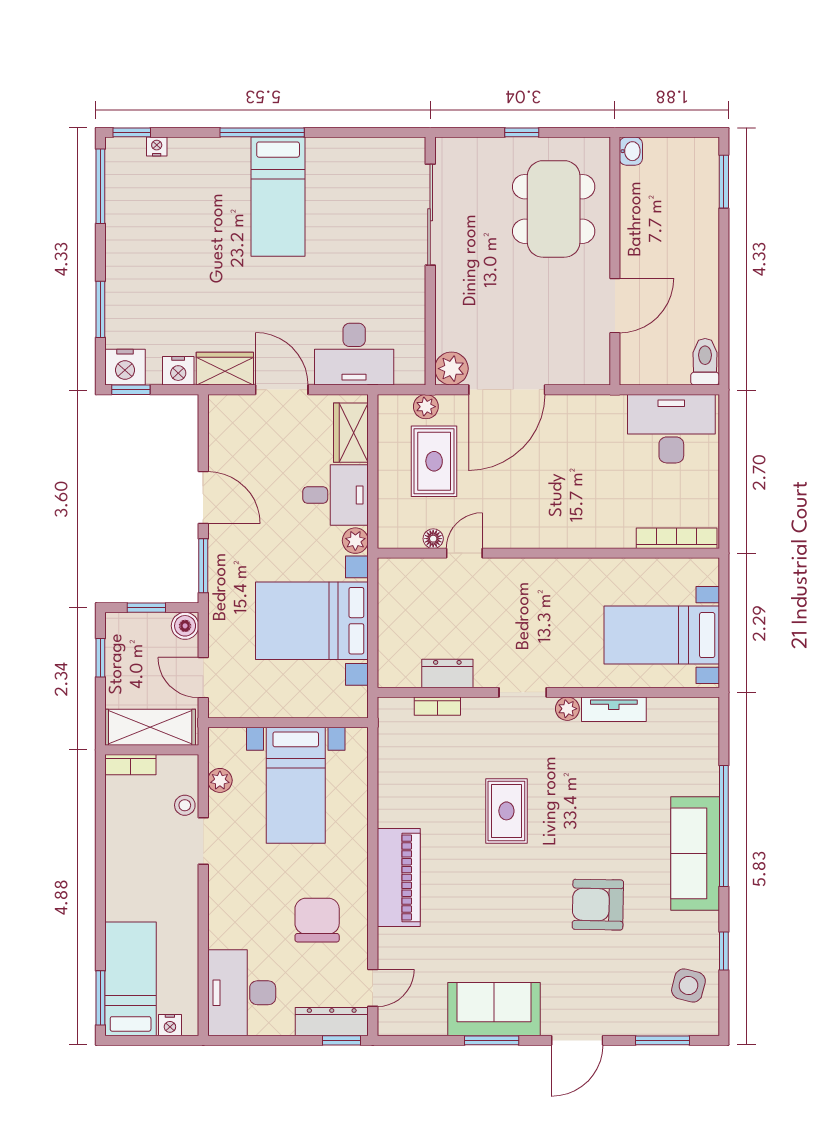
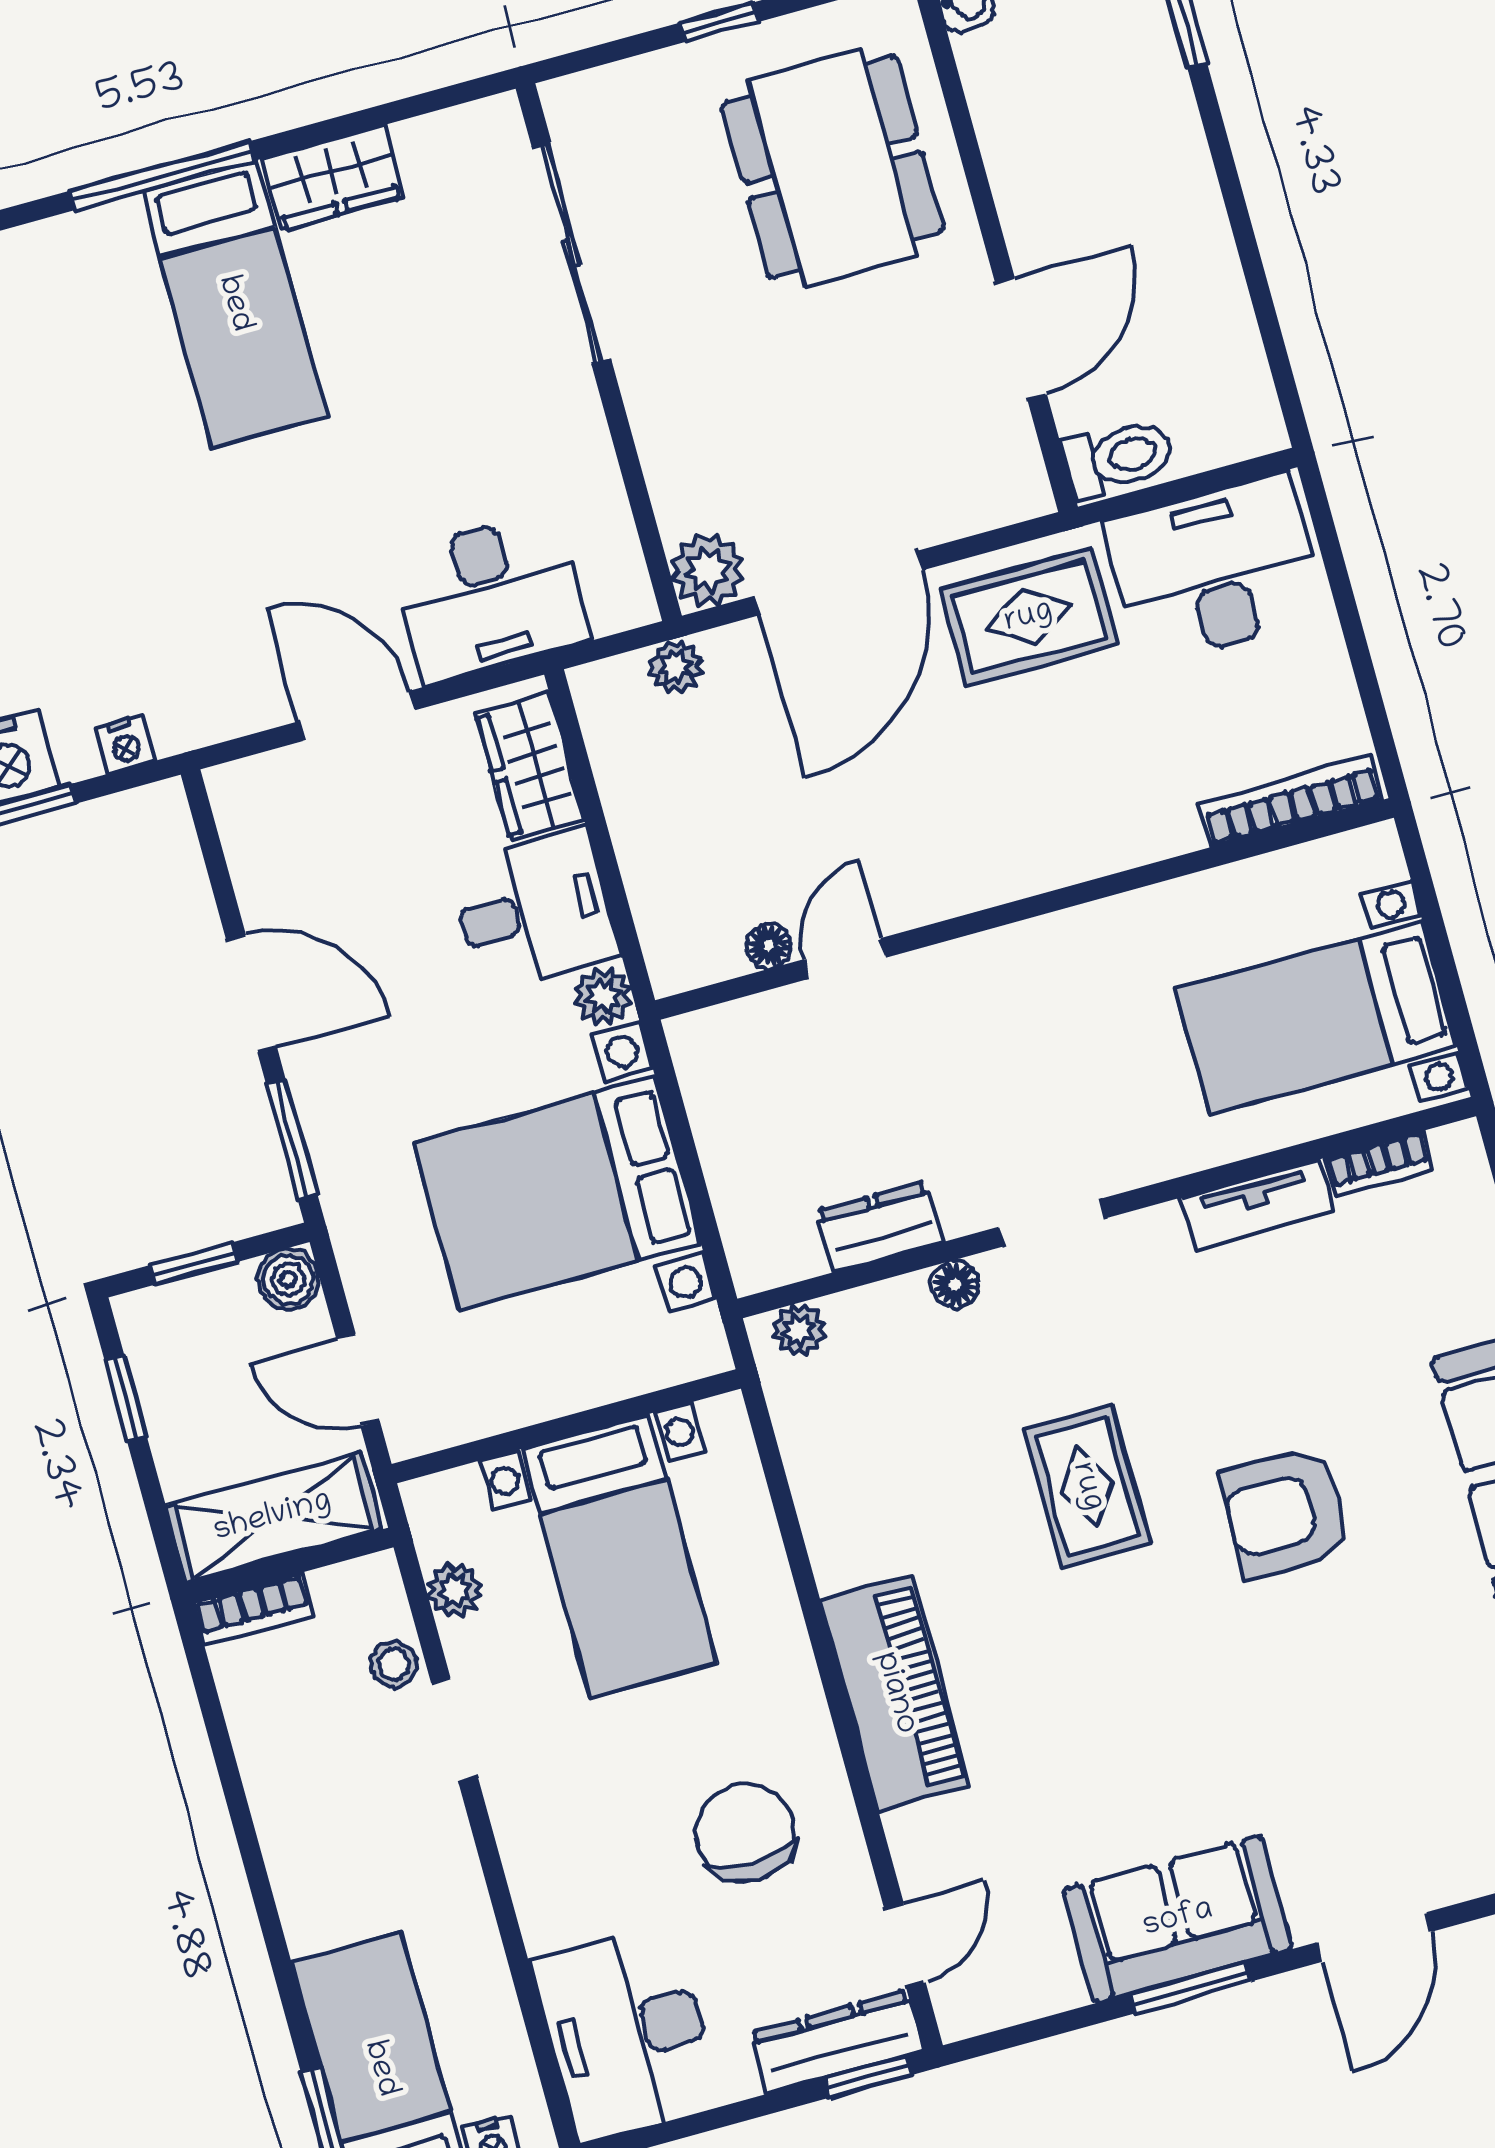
toilet: (705, 362) -> (1118, 458), moved, turned 90
wardrobe: (225, 369) -> (333, 177), moved, turned 180
nightstand: (178, 371) -> (125, 744), width x0.72, depth x0.74
rug: (434, 461) -> (1029, 617), moved, turned 90
bookcase: (437, 706) -> (1379, 1164), moved
floor lamp: (473, 708) -> (955, 1284), added
plant: (567, 709) -> (799, 1330), moved
armchair: (598, 905) -> (1286, 1512), moved

